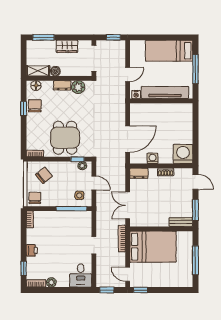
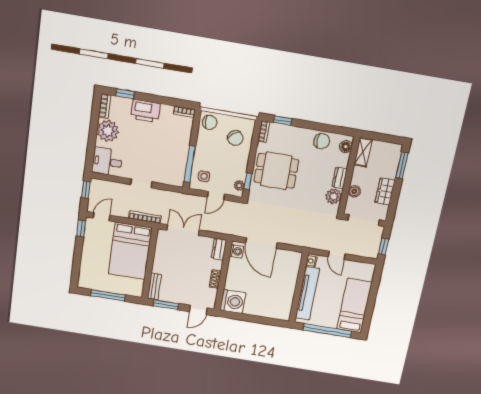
window: (195, 69) -> (327, 331), width x1.46
boiler: (55, 71) -> (354, 191), moved
window: (24, 109) -> (283, 121), moved
washing machine: (153, 158) -> (236, 251), moved
printer: (32, 250) -> (145, 111), width x1.87, depth x1.48
plant: (51, 282) -> (108, 131), width x1.88, depth x1.88

